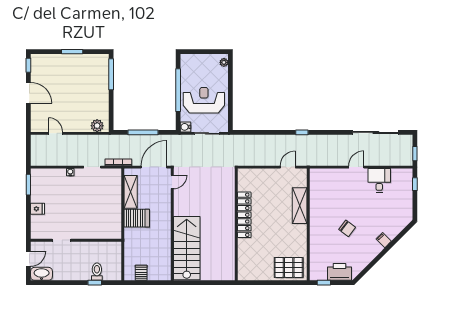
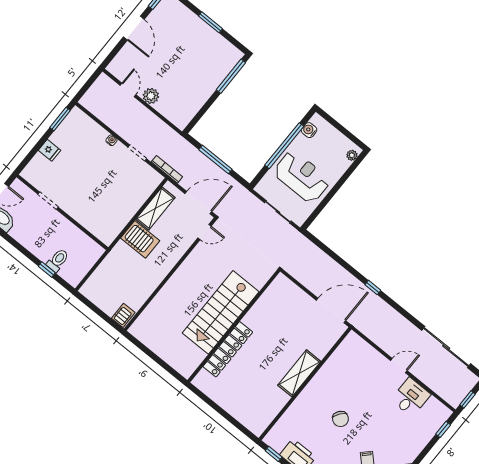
plant: (97, 126) -> (151, 96), moved
water cooler: (185, 127) -> (309, 130), moved
door: (288, 167) -> (331, 310), width x1.88
shelving: (300, 206) -> (299, 373), moved
locker: (244, 215) -> (228, 349), moved
stairs: (187, 248) -> (221, 312), moved, turned 180
pallet: (289, 267) -> (251, 410), removed
server rack: (141, 273) -> (123, 315), moved

